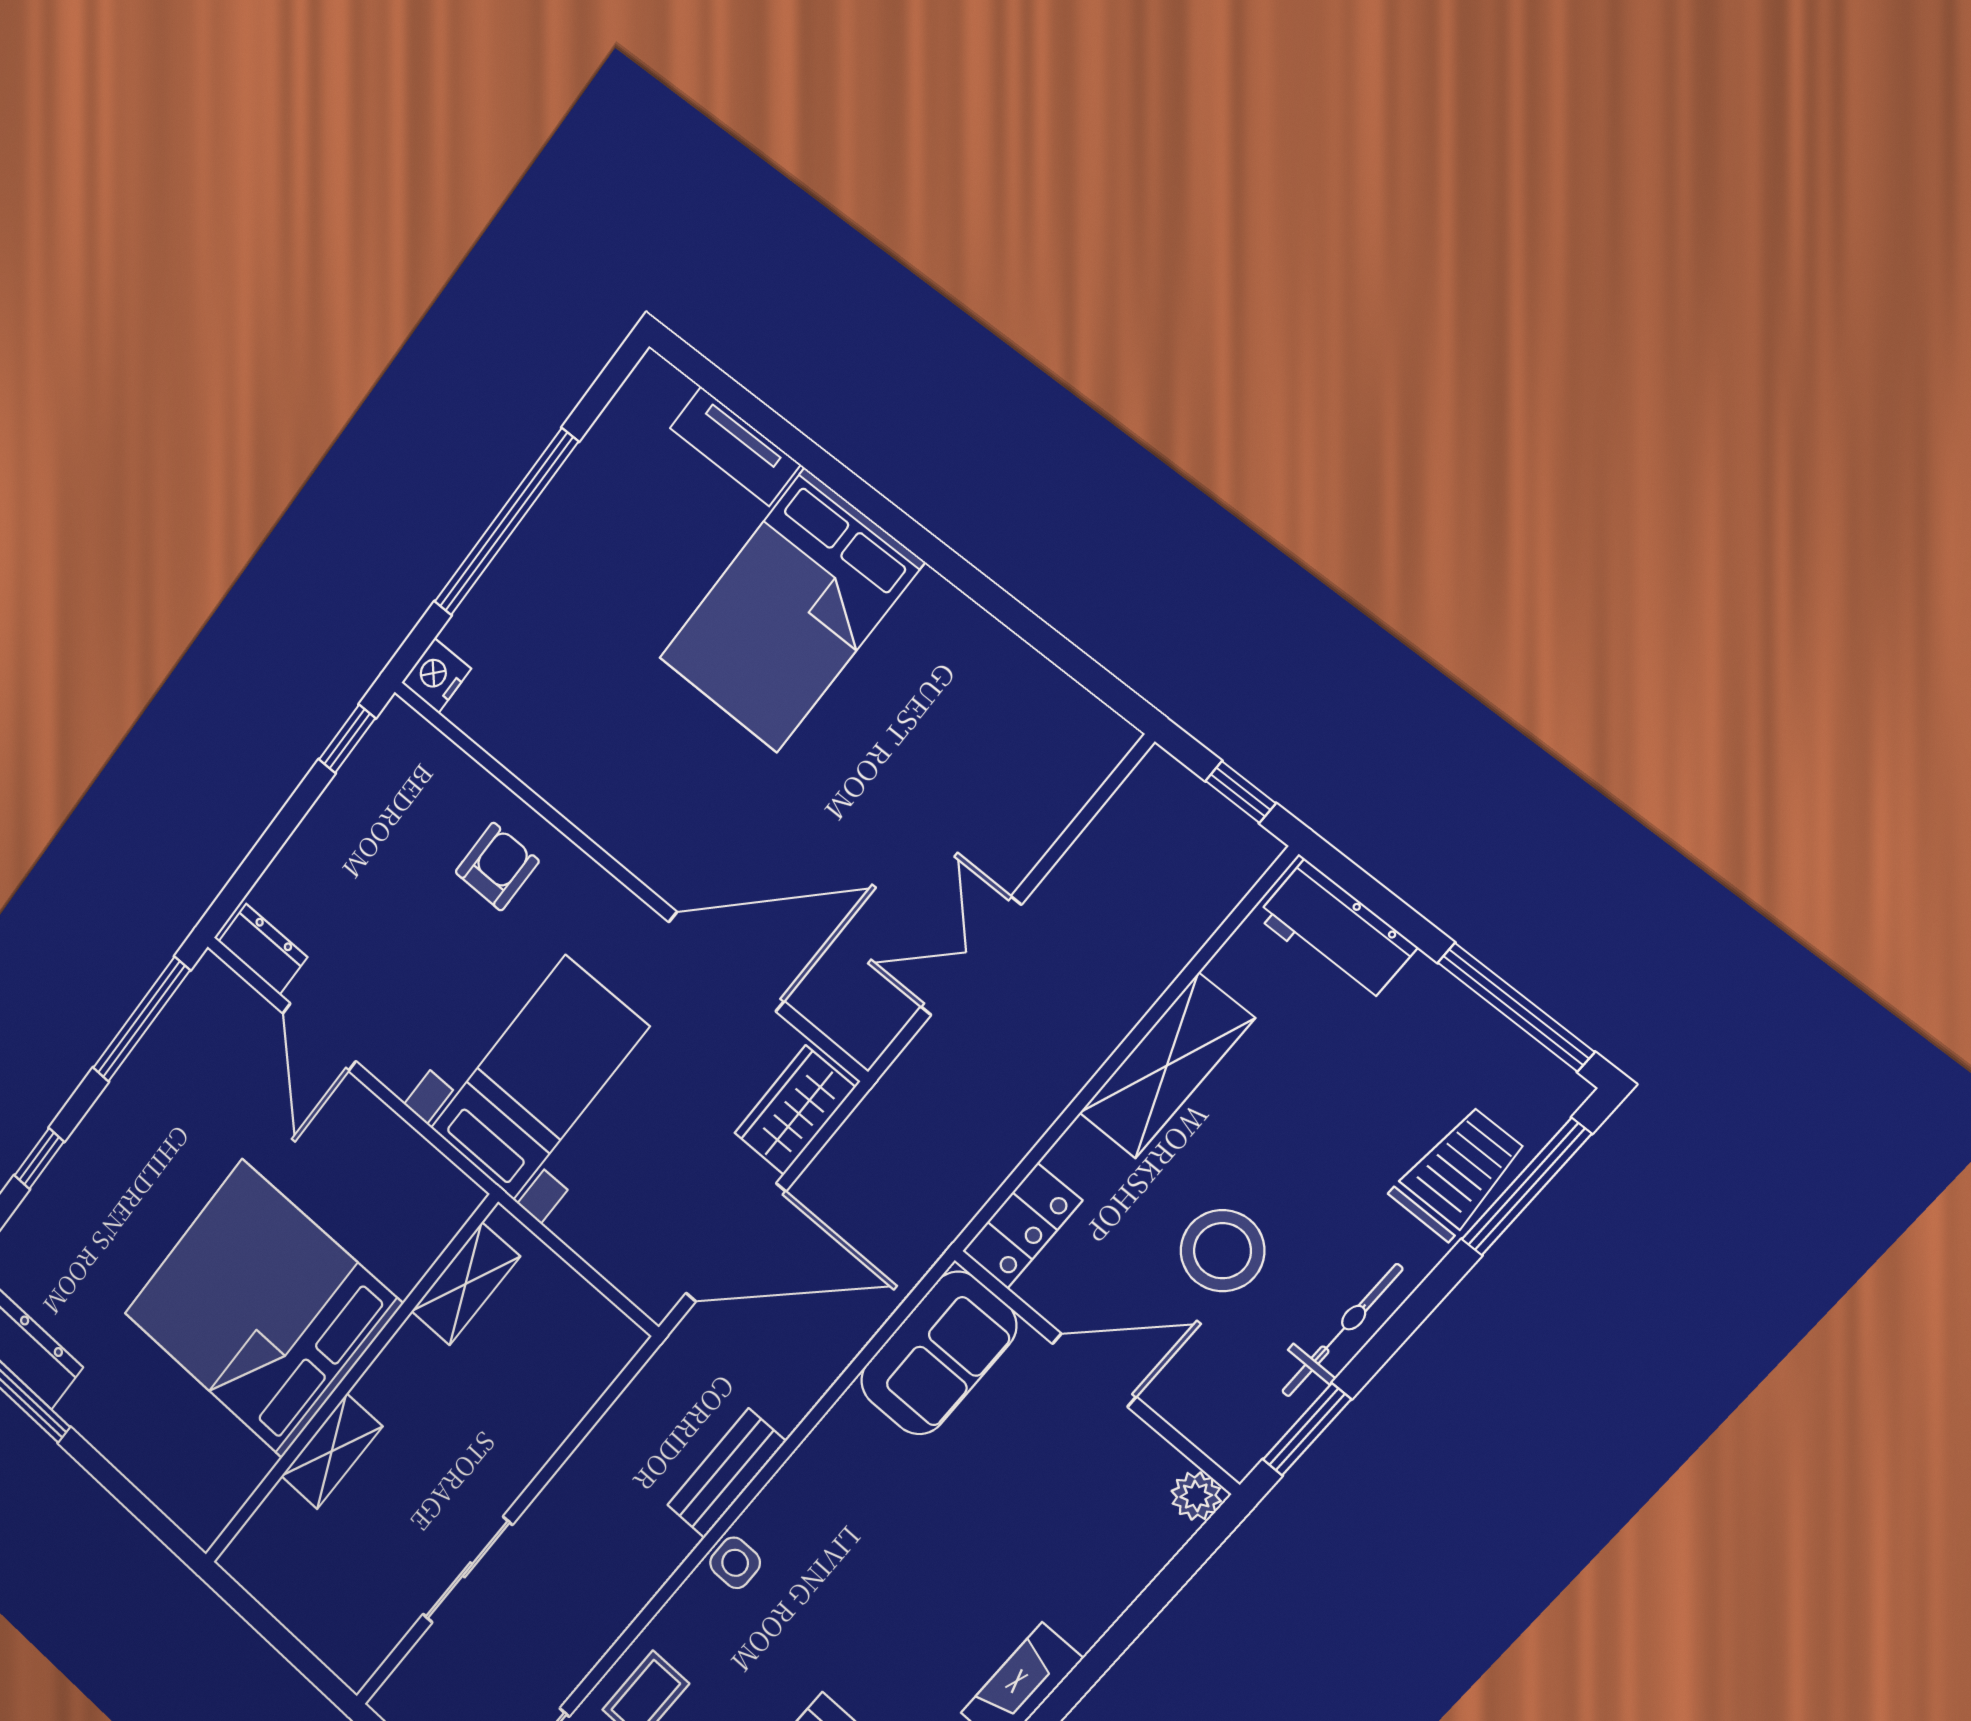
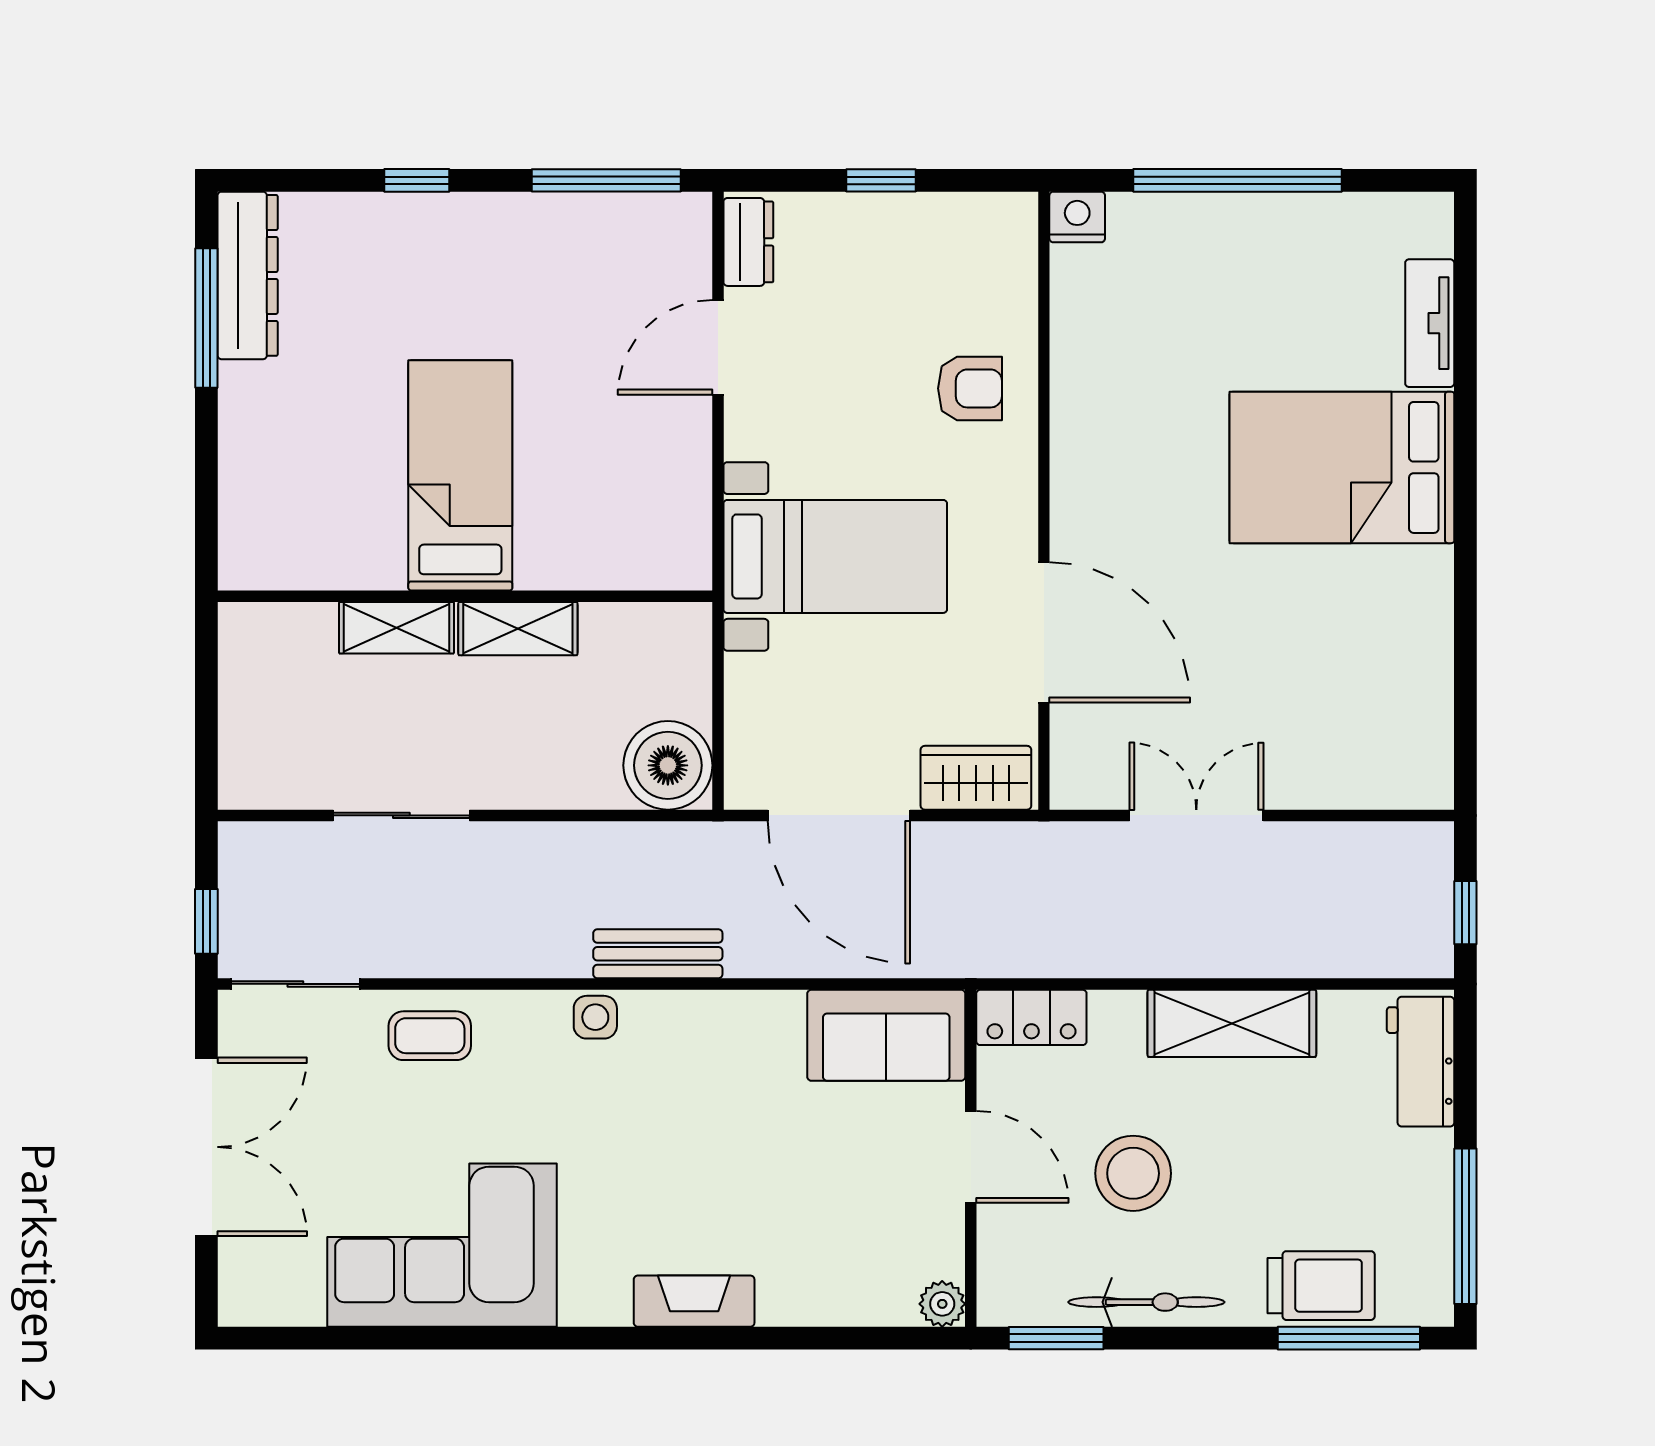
window: (347, 739) -> (881, 180), moved
shelving: (466, 1284) -> (518, 629), moved
bed: (262, 1308) -> (460, 475), width x0.49
boiler: (591, 1341) -> (668, 765), added

